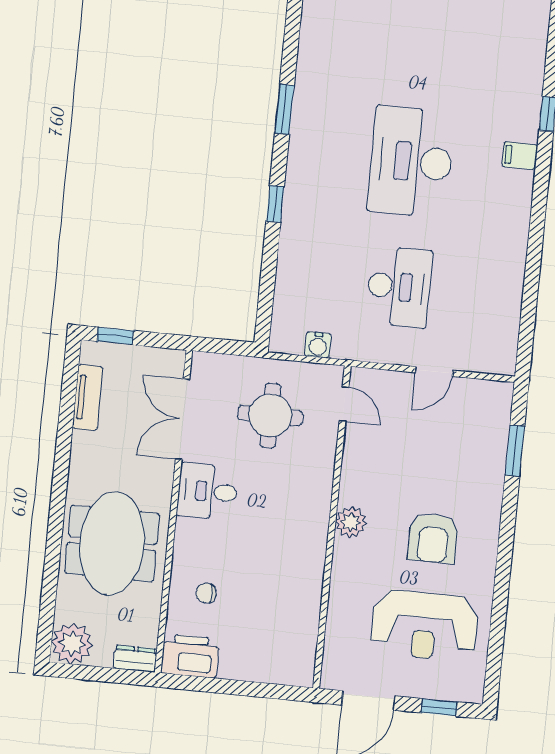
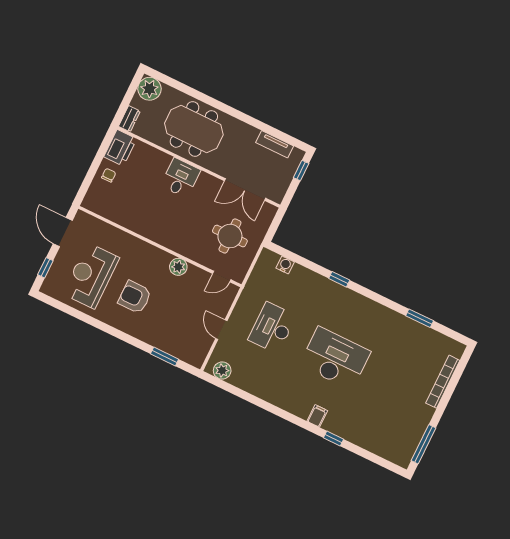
window: (284, 109) -> (420, 318), moved
desk: (399, 287) -> (272, 328), turned 90
water cooler: (318, 345) -> (285, 265), moved, turned 90
plant: (502, 345) -> (222, 371), added
double door: (183, 419) -> (245, 190), swing flipped
desk: (207, 491) -> (180, 178), moved
plant: (351, 522) -> (178, 267), moved
chair: (206, 593) -> (109, 175), moved

